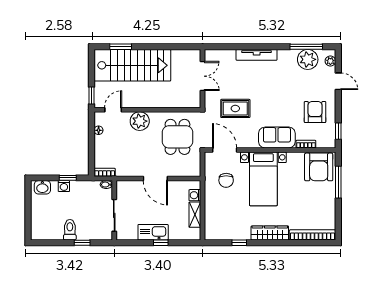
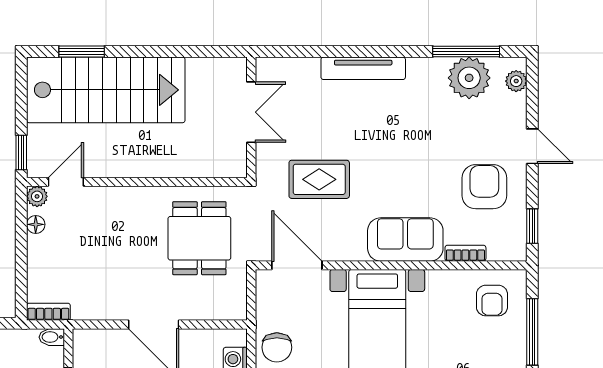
door: (338, 81) -> (532, 146), moved
plant: (140, 121) -> (37, 196), moved, width x0.53, depth x0.53
armchair: (319, 167) -> (492, 301), width x0.53, depth x0.53
chair: (226, 180) -> (277, 347), moved

